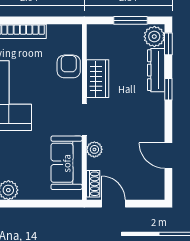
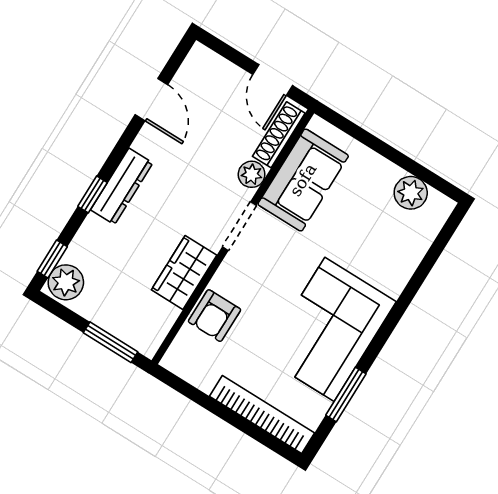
window: (130, 20) -> (110, 342), moved
dresser: (156, 70) -> (122, 186), moved
shoe rack: (93, 184) -> (279, 135), width x1.43

